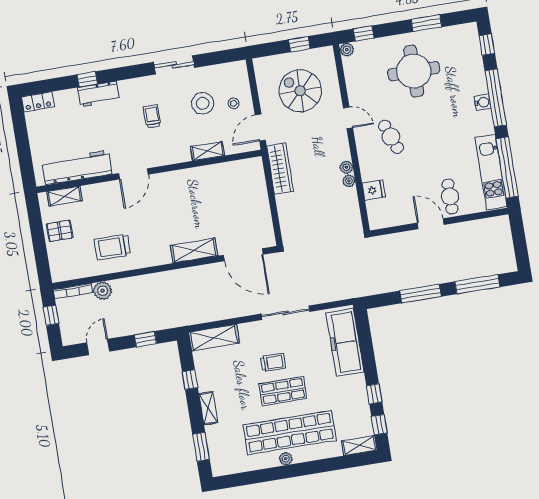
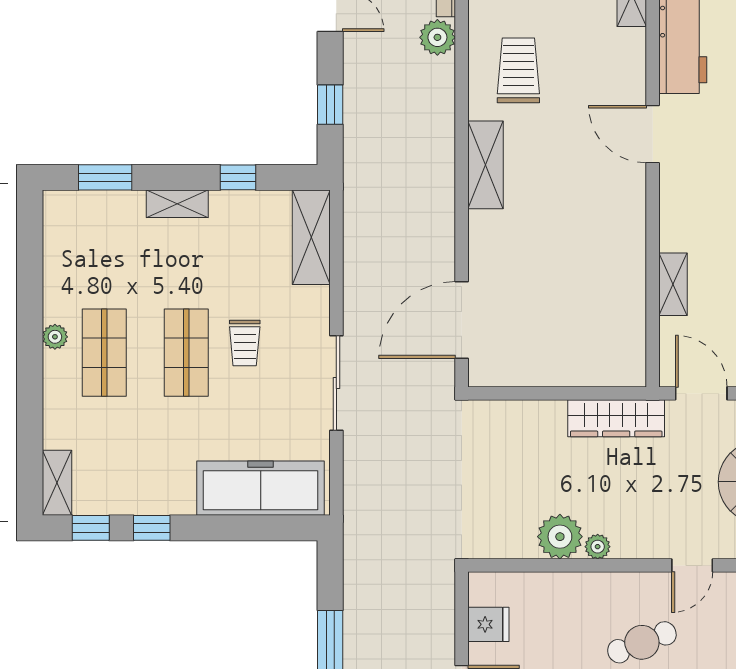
plant: (349, 181) -> (560, 537), width x1.87, depth x1.87
fridge: (374, 190) -> (488, 624), moved, turned -90
shelving: (194, 251) -> (486, 165), moved
shop shelf: (290, 433) -> (104, 353), width x0.50, depth x0.74

